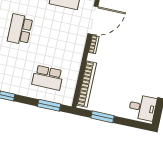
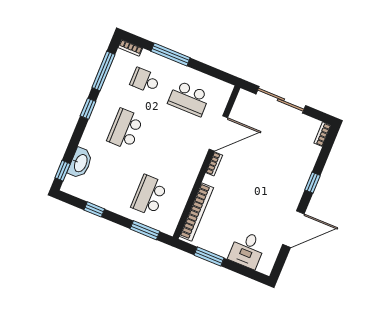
school desk: (48, 78) -> (149, 195), turned 90
desk: (142, 107) -> (247, 250), moved, turned 90

